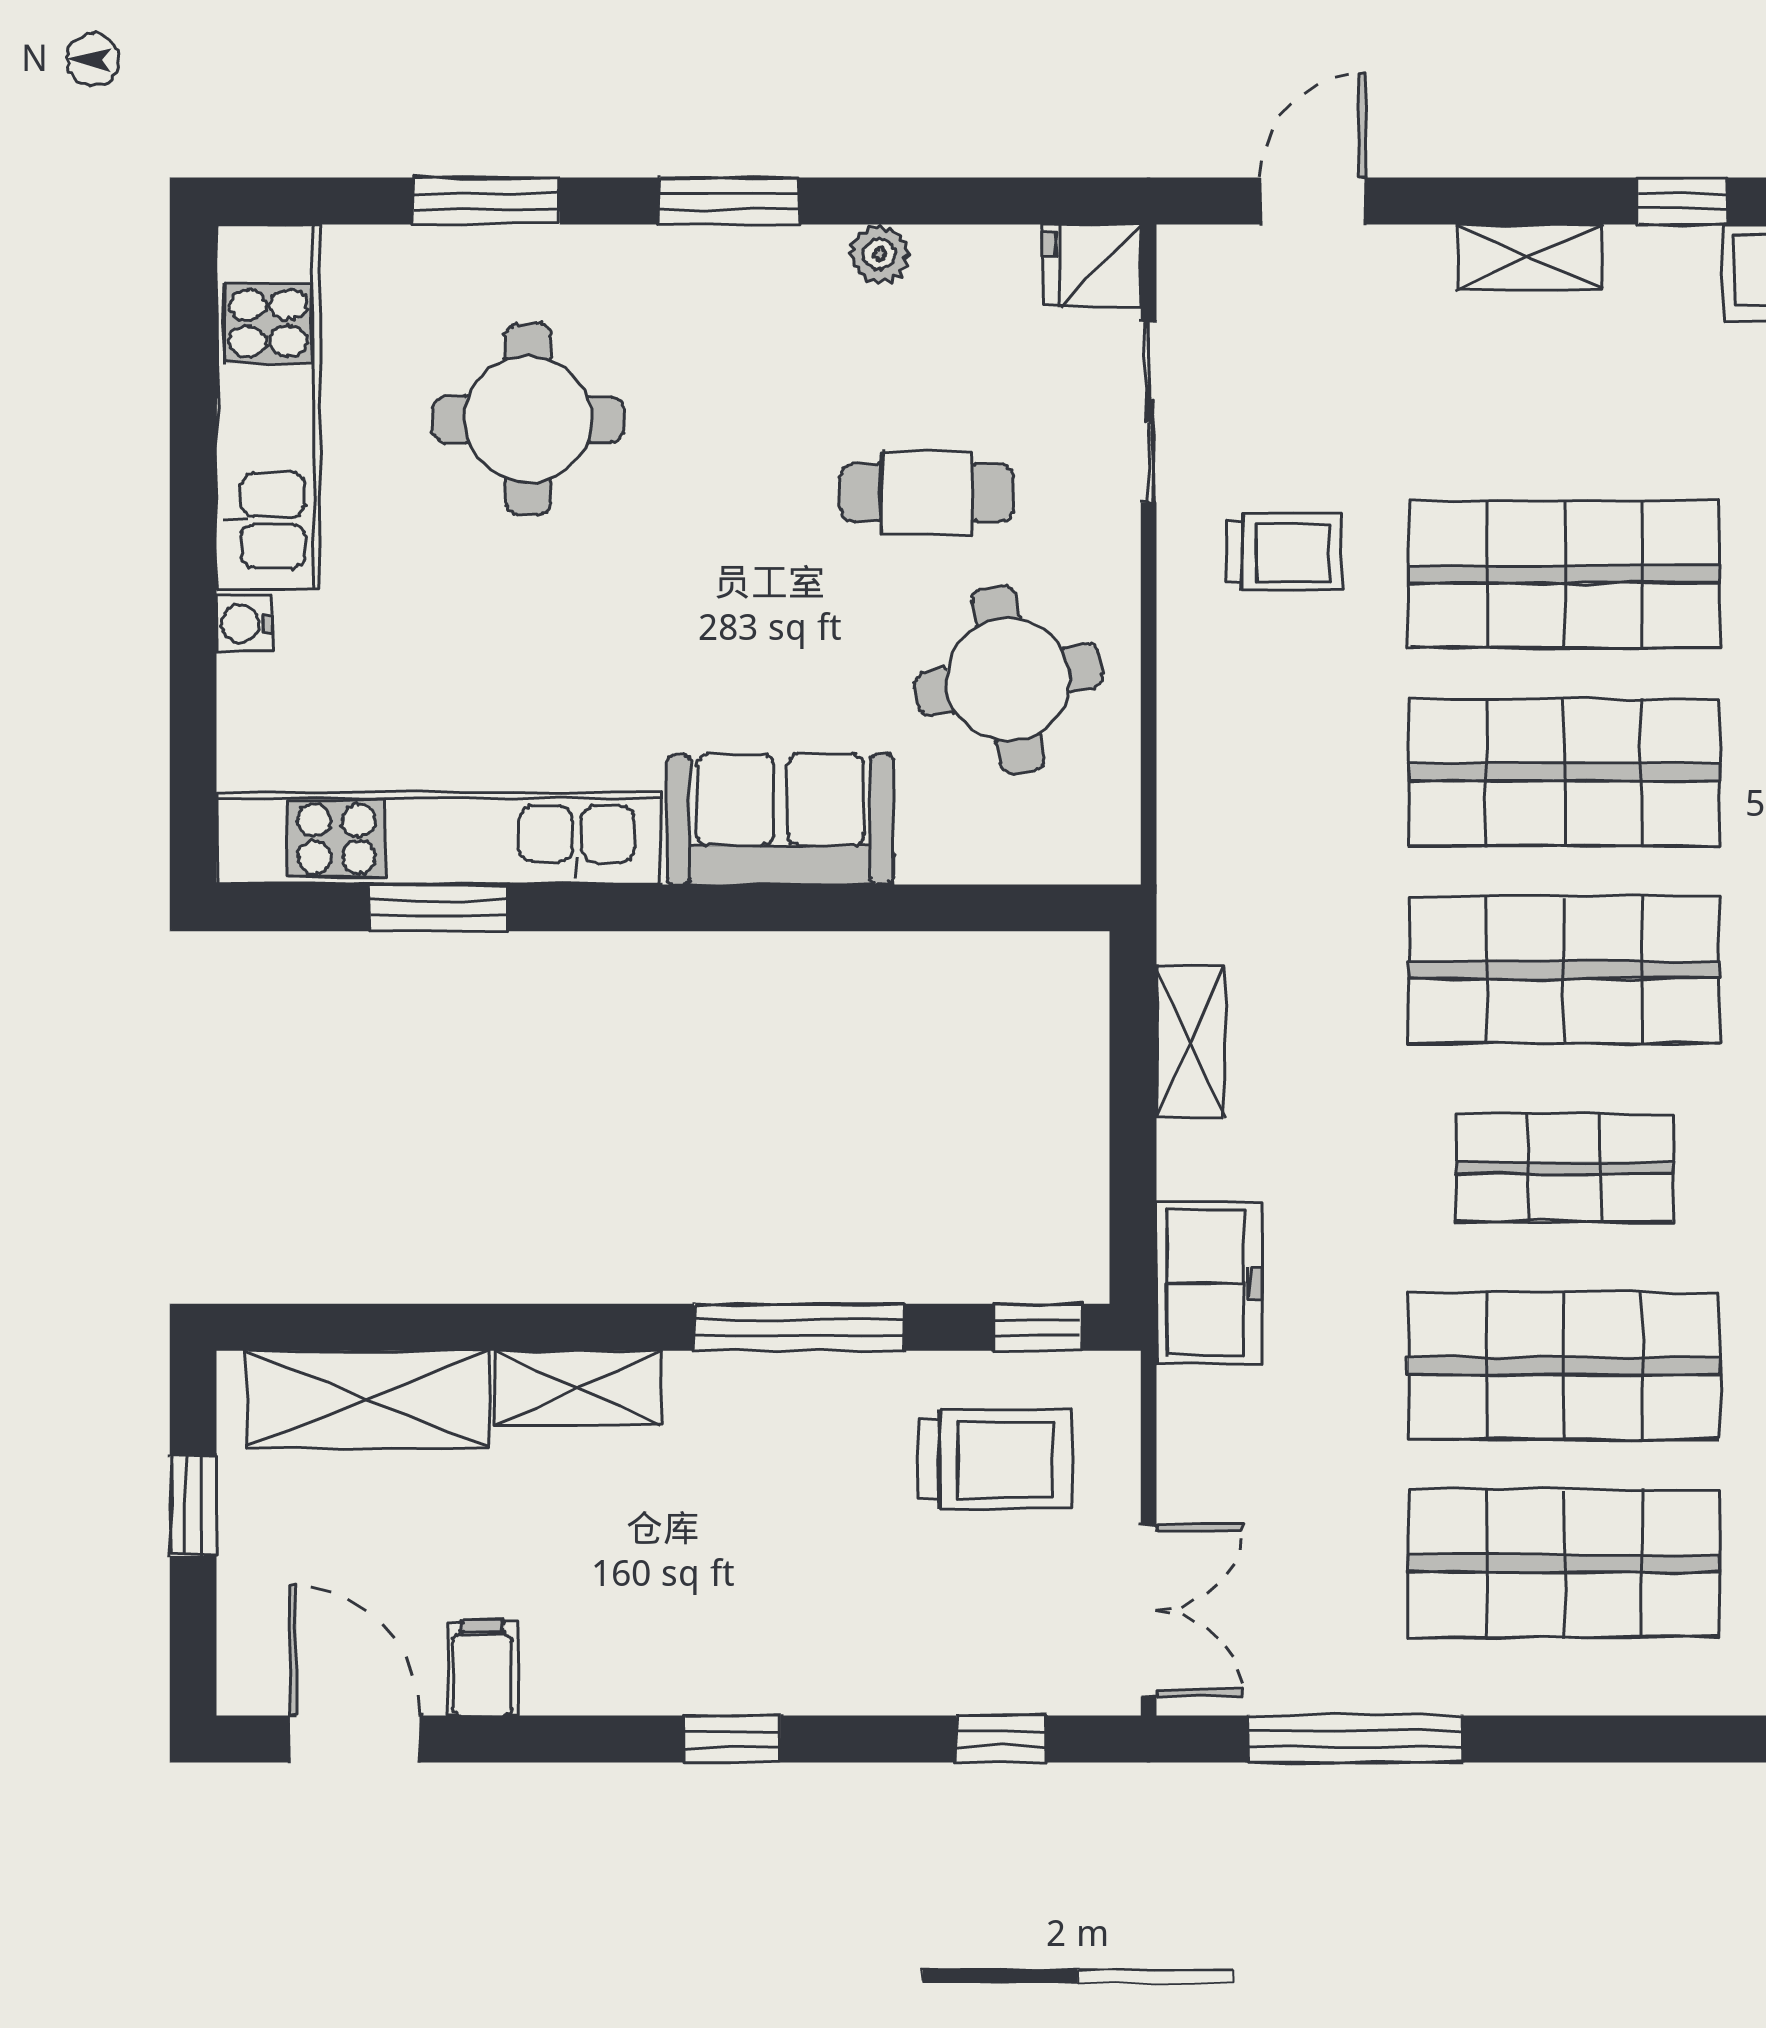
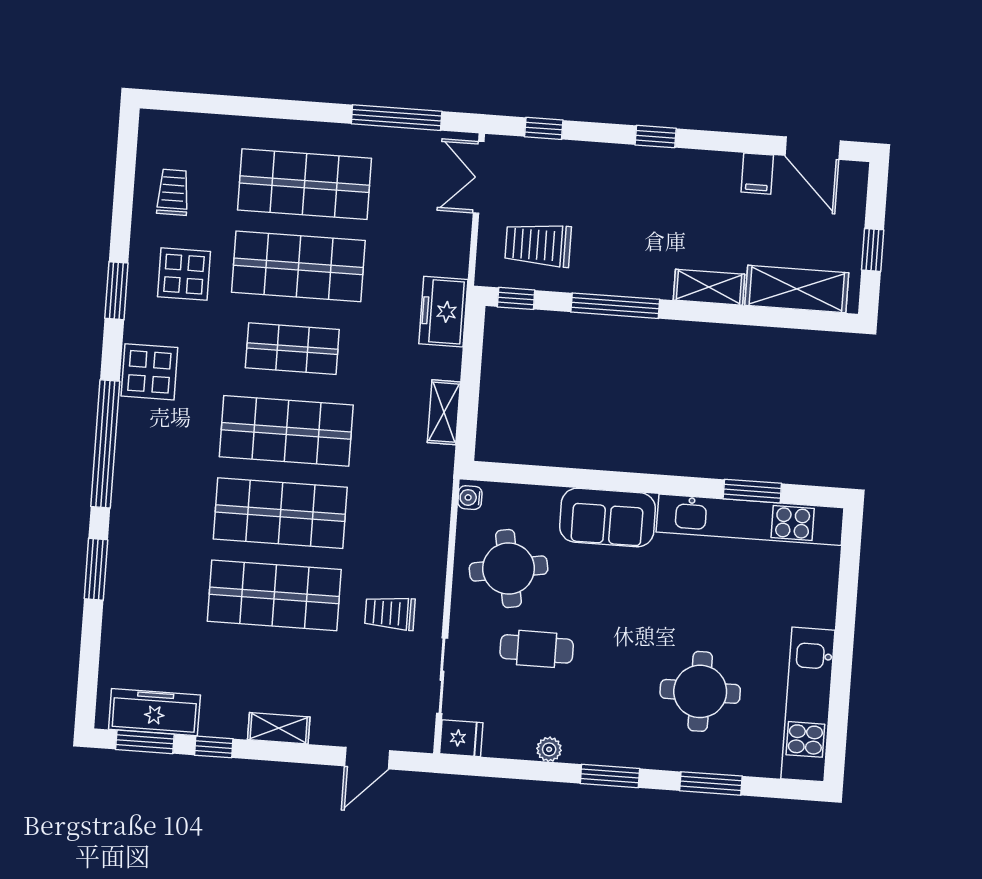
water cooler: (244, 624) -> (470, 498), moved, turned 180

